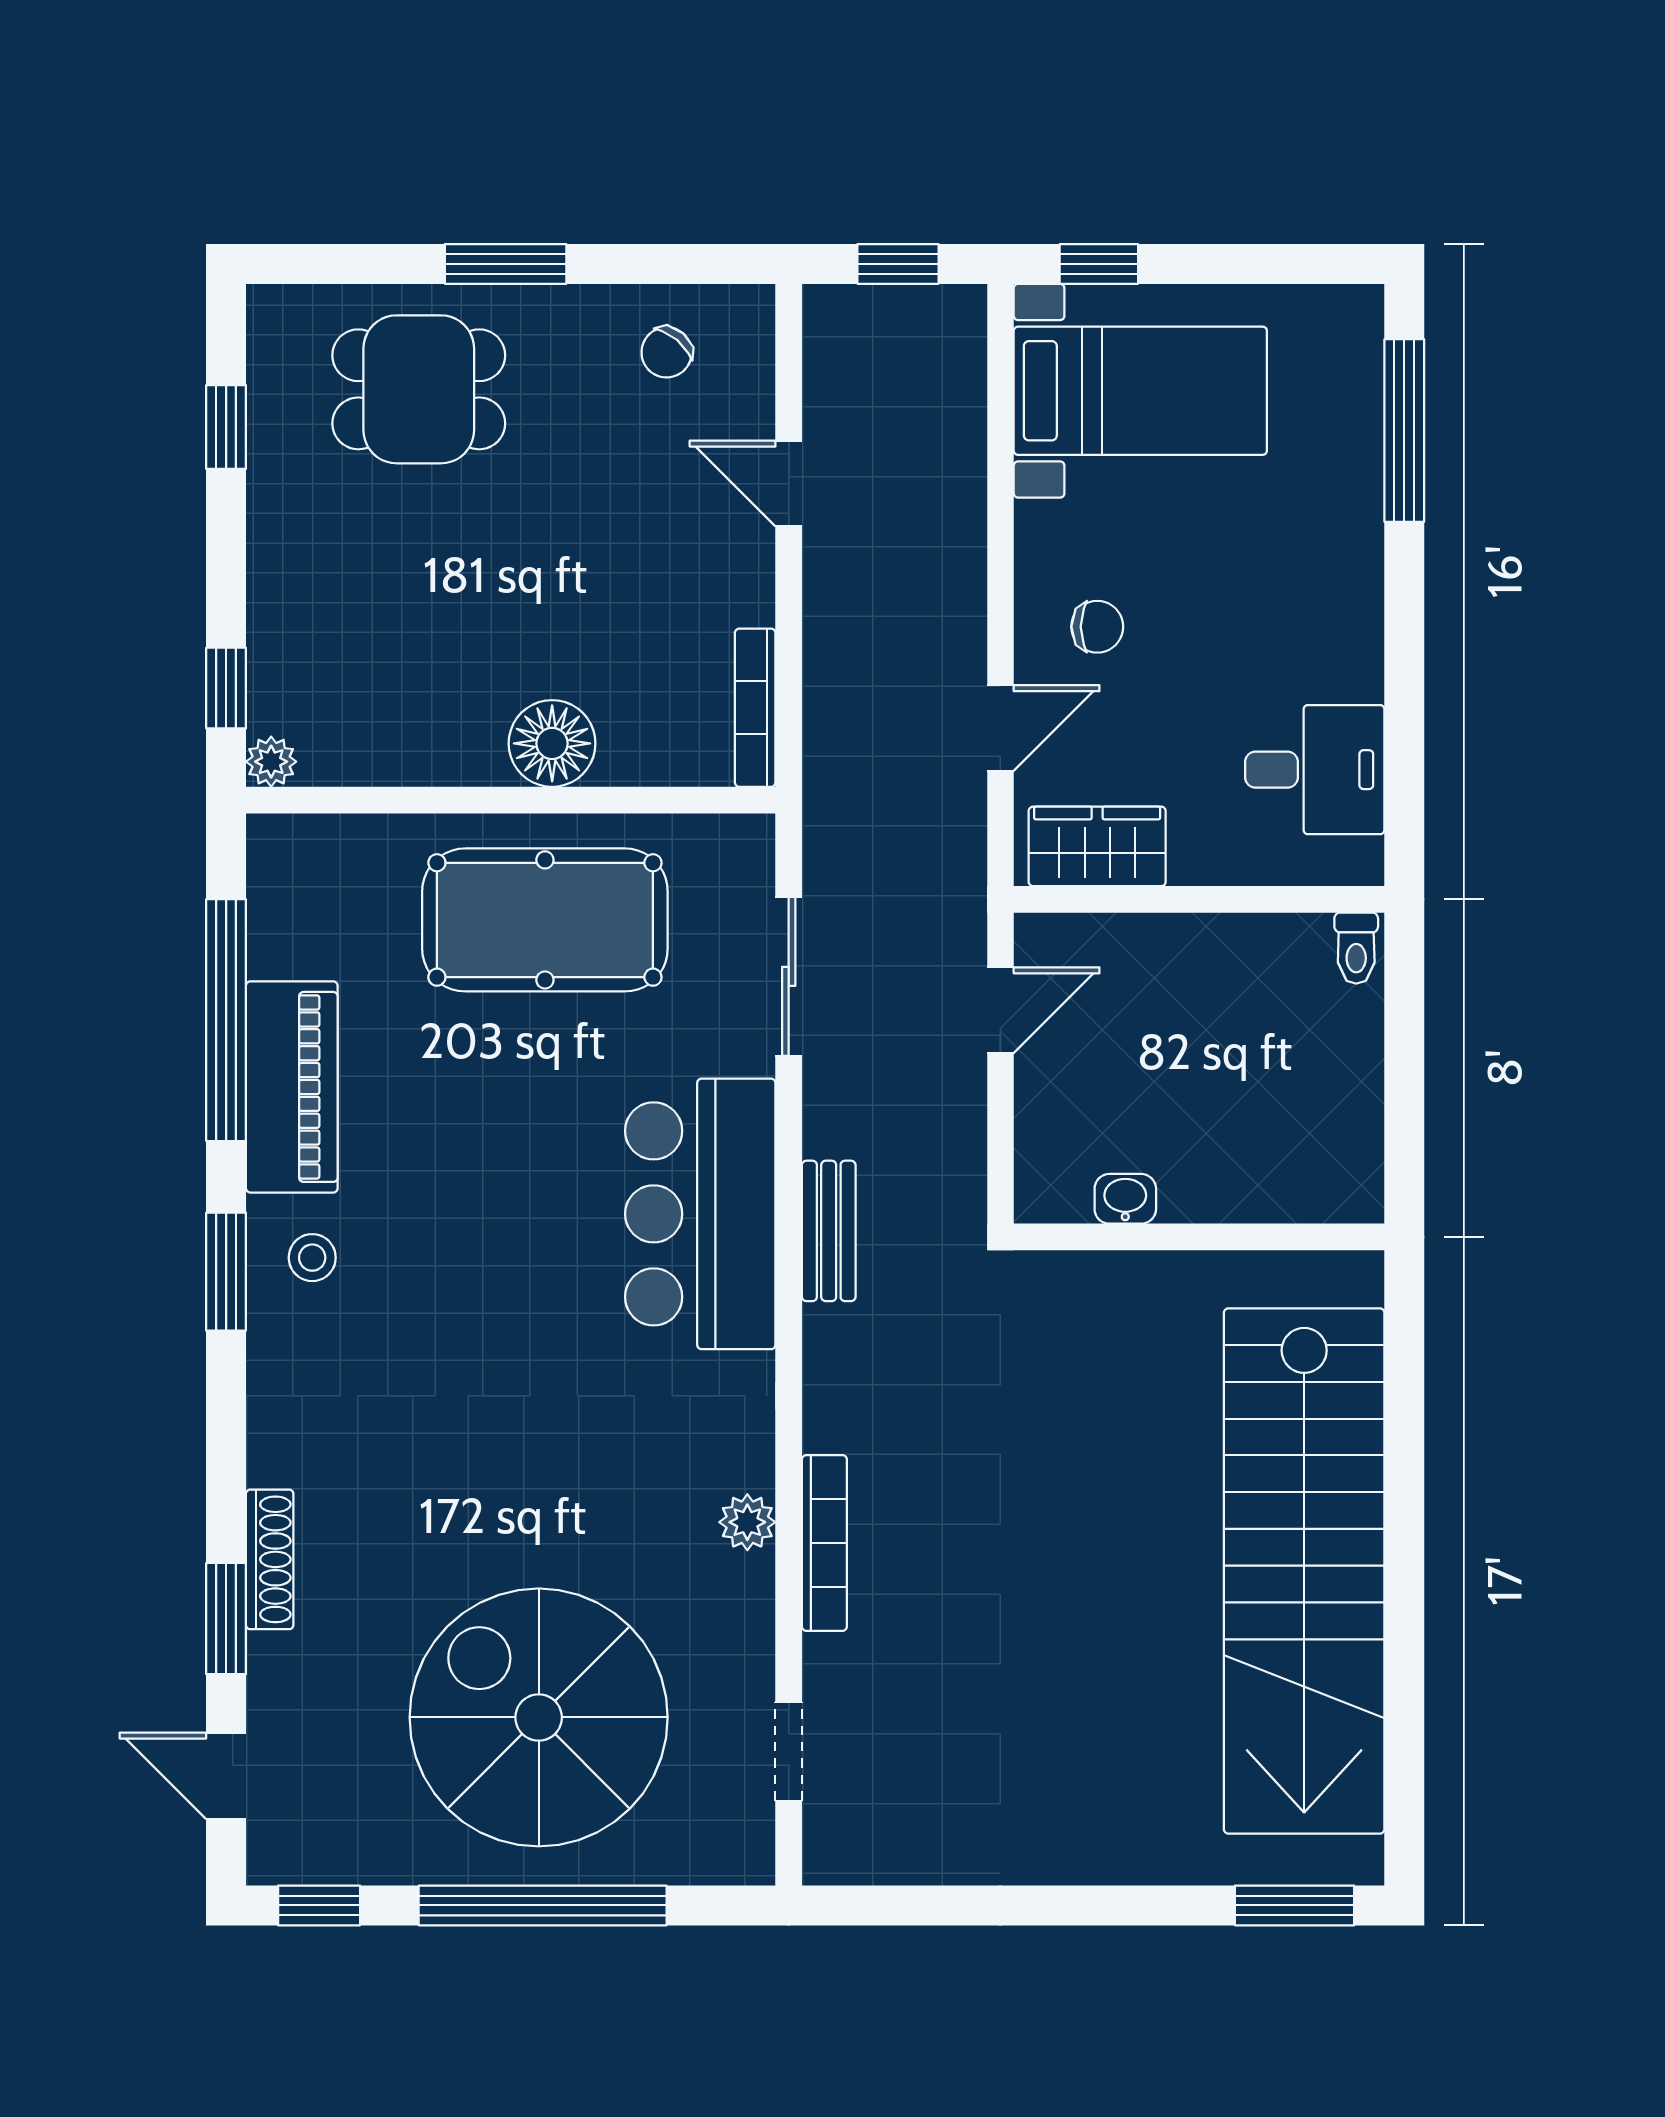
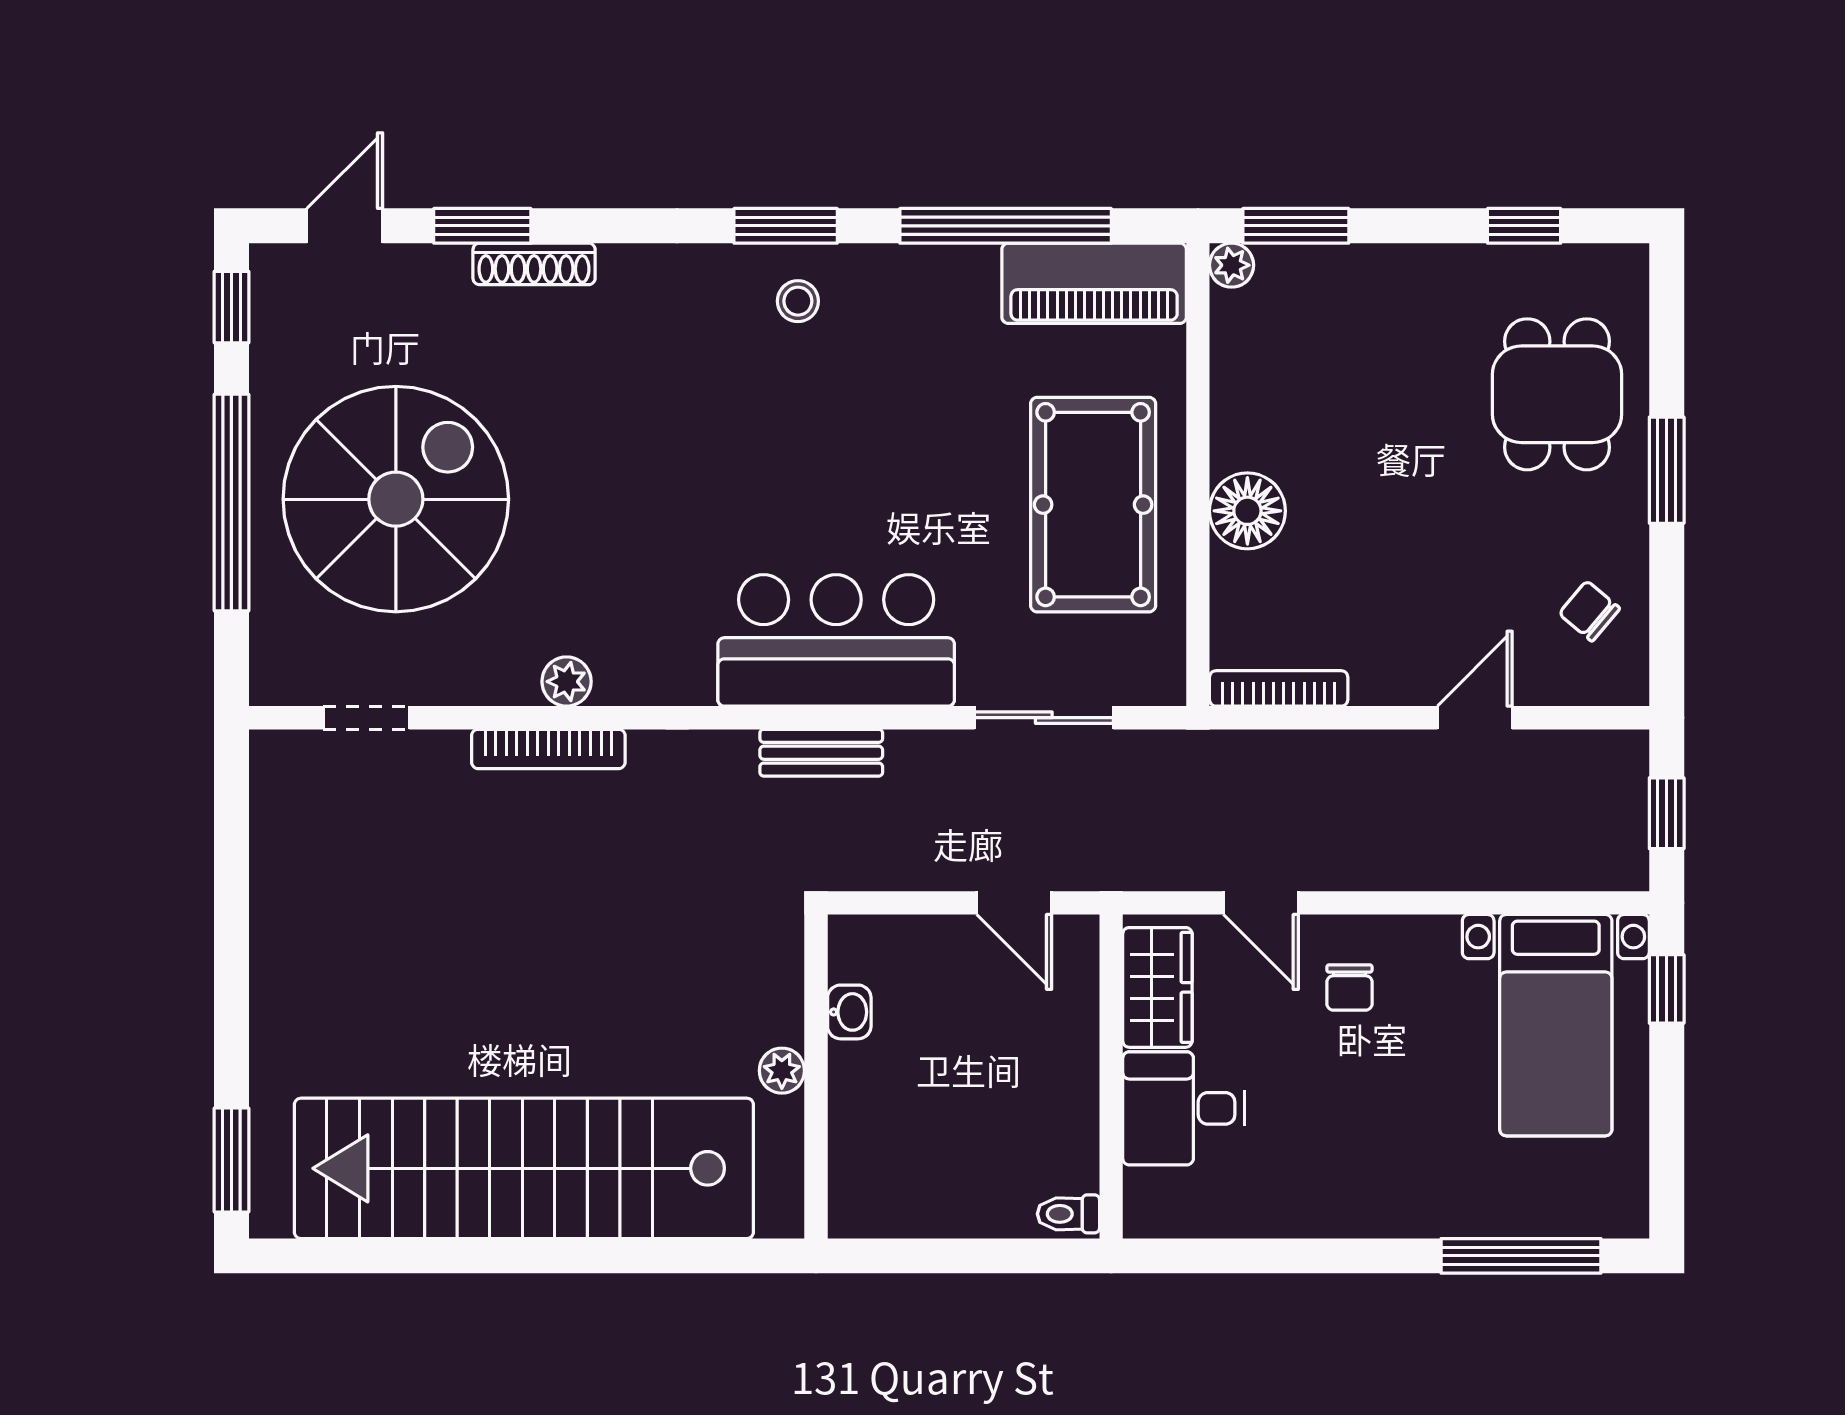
window: (226, 688) -> (1296, 226), width x1.50
desk: (1315, 770) -> (1184, 1108), moved, turned 90
piano: (292, 1087) -> (1094, 283), moved
plant: (1192, 1276) -> (782, 1071), added

